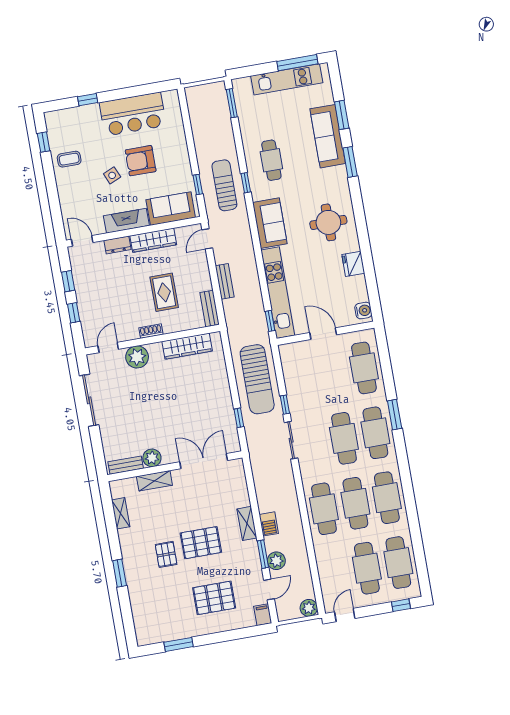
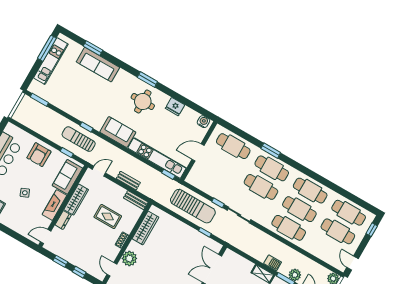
cafe table: (271, 160) -> (86, 104), removed
armchair: (141, 161) -> (39, 155), moved
window: (350, 162) -> (147, 79), moved
door: (207, 239) -> (99, 171), swing flipped

